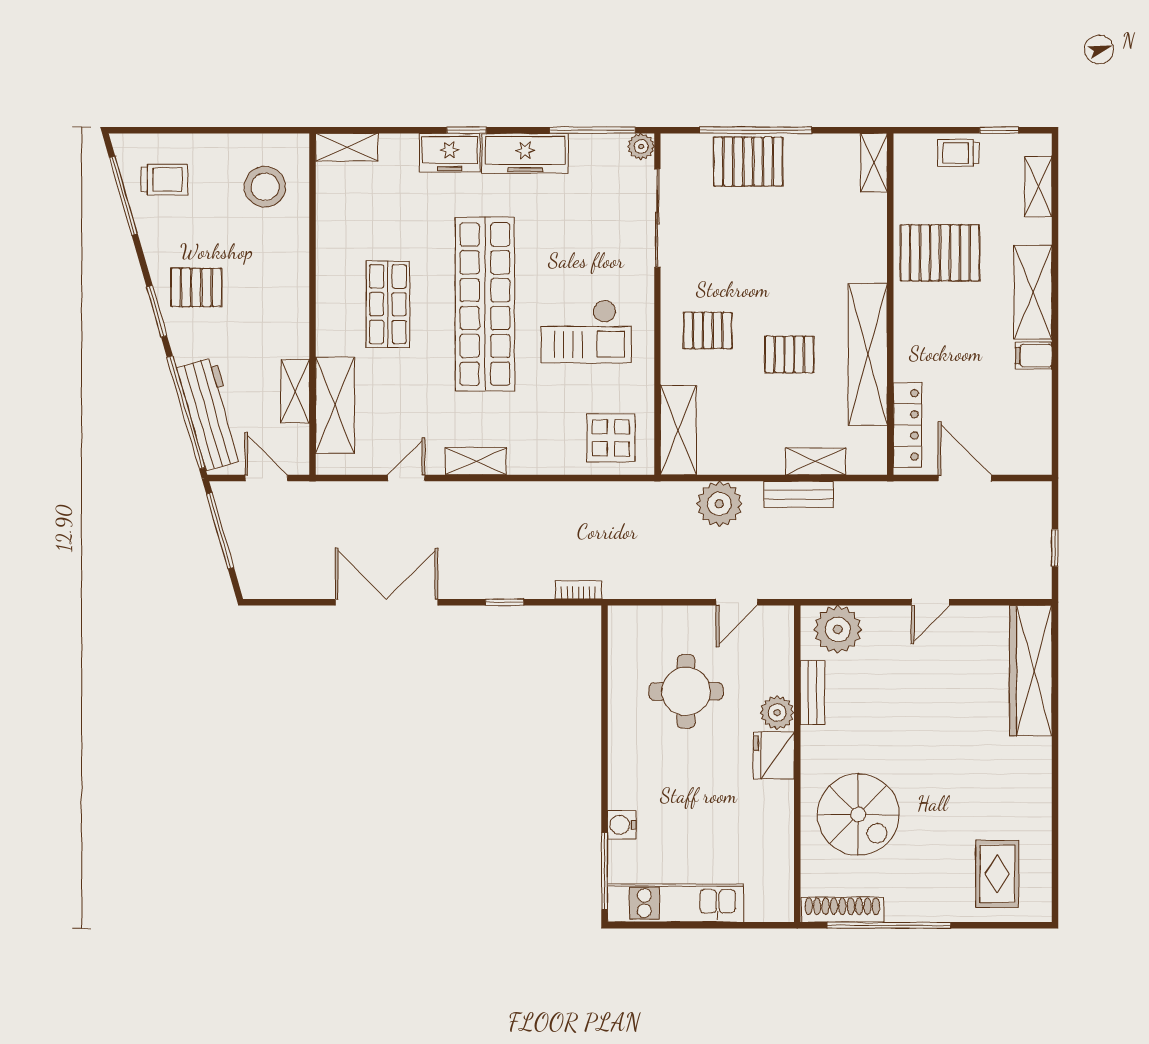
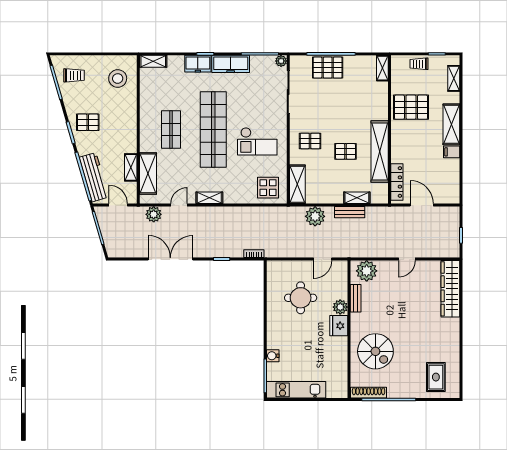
plant: (348, 499) -> (154, 214), added

